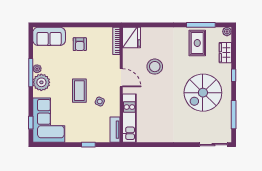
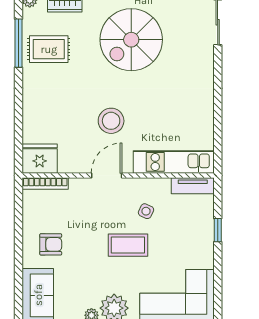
stool: (155, 67) -> (111, 121), moved
spiral stairs: (203, 93) -> (131, 40), turned 90

